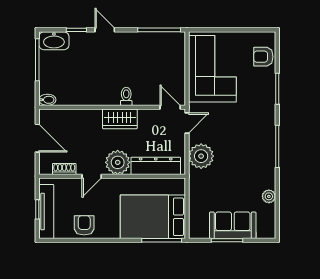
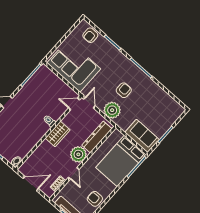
armchair: (235, 149) -> (124, 90), added
plant: (269, 196) -> (162, 94), removed
sofa: (233, 225) -> (142, 136), moved, turned 90

